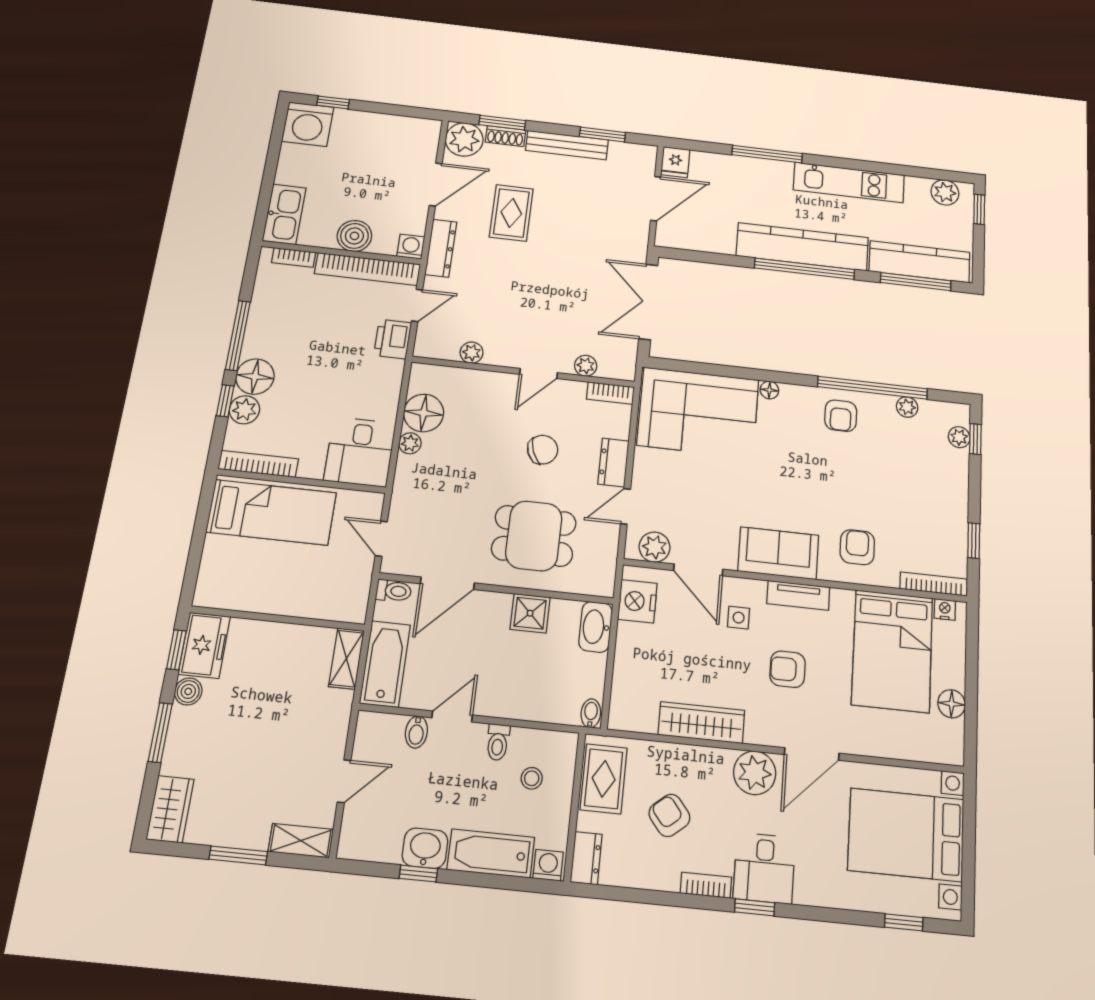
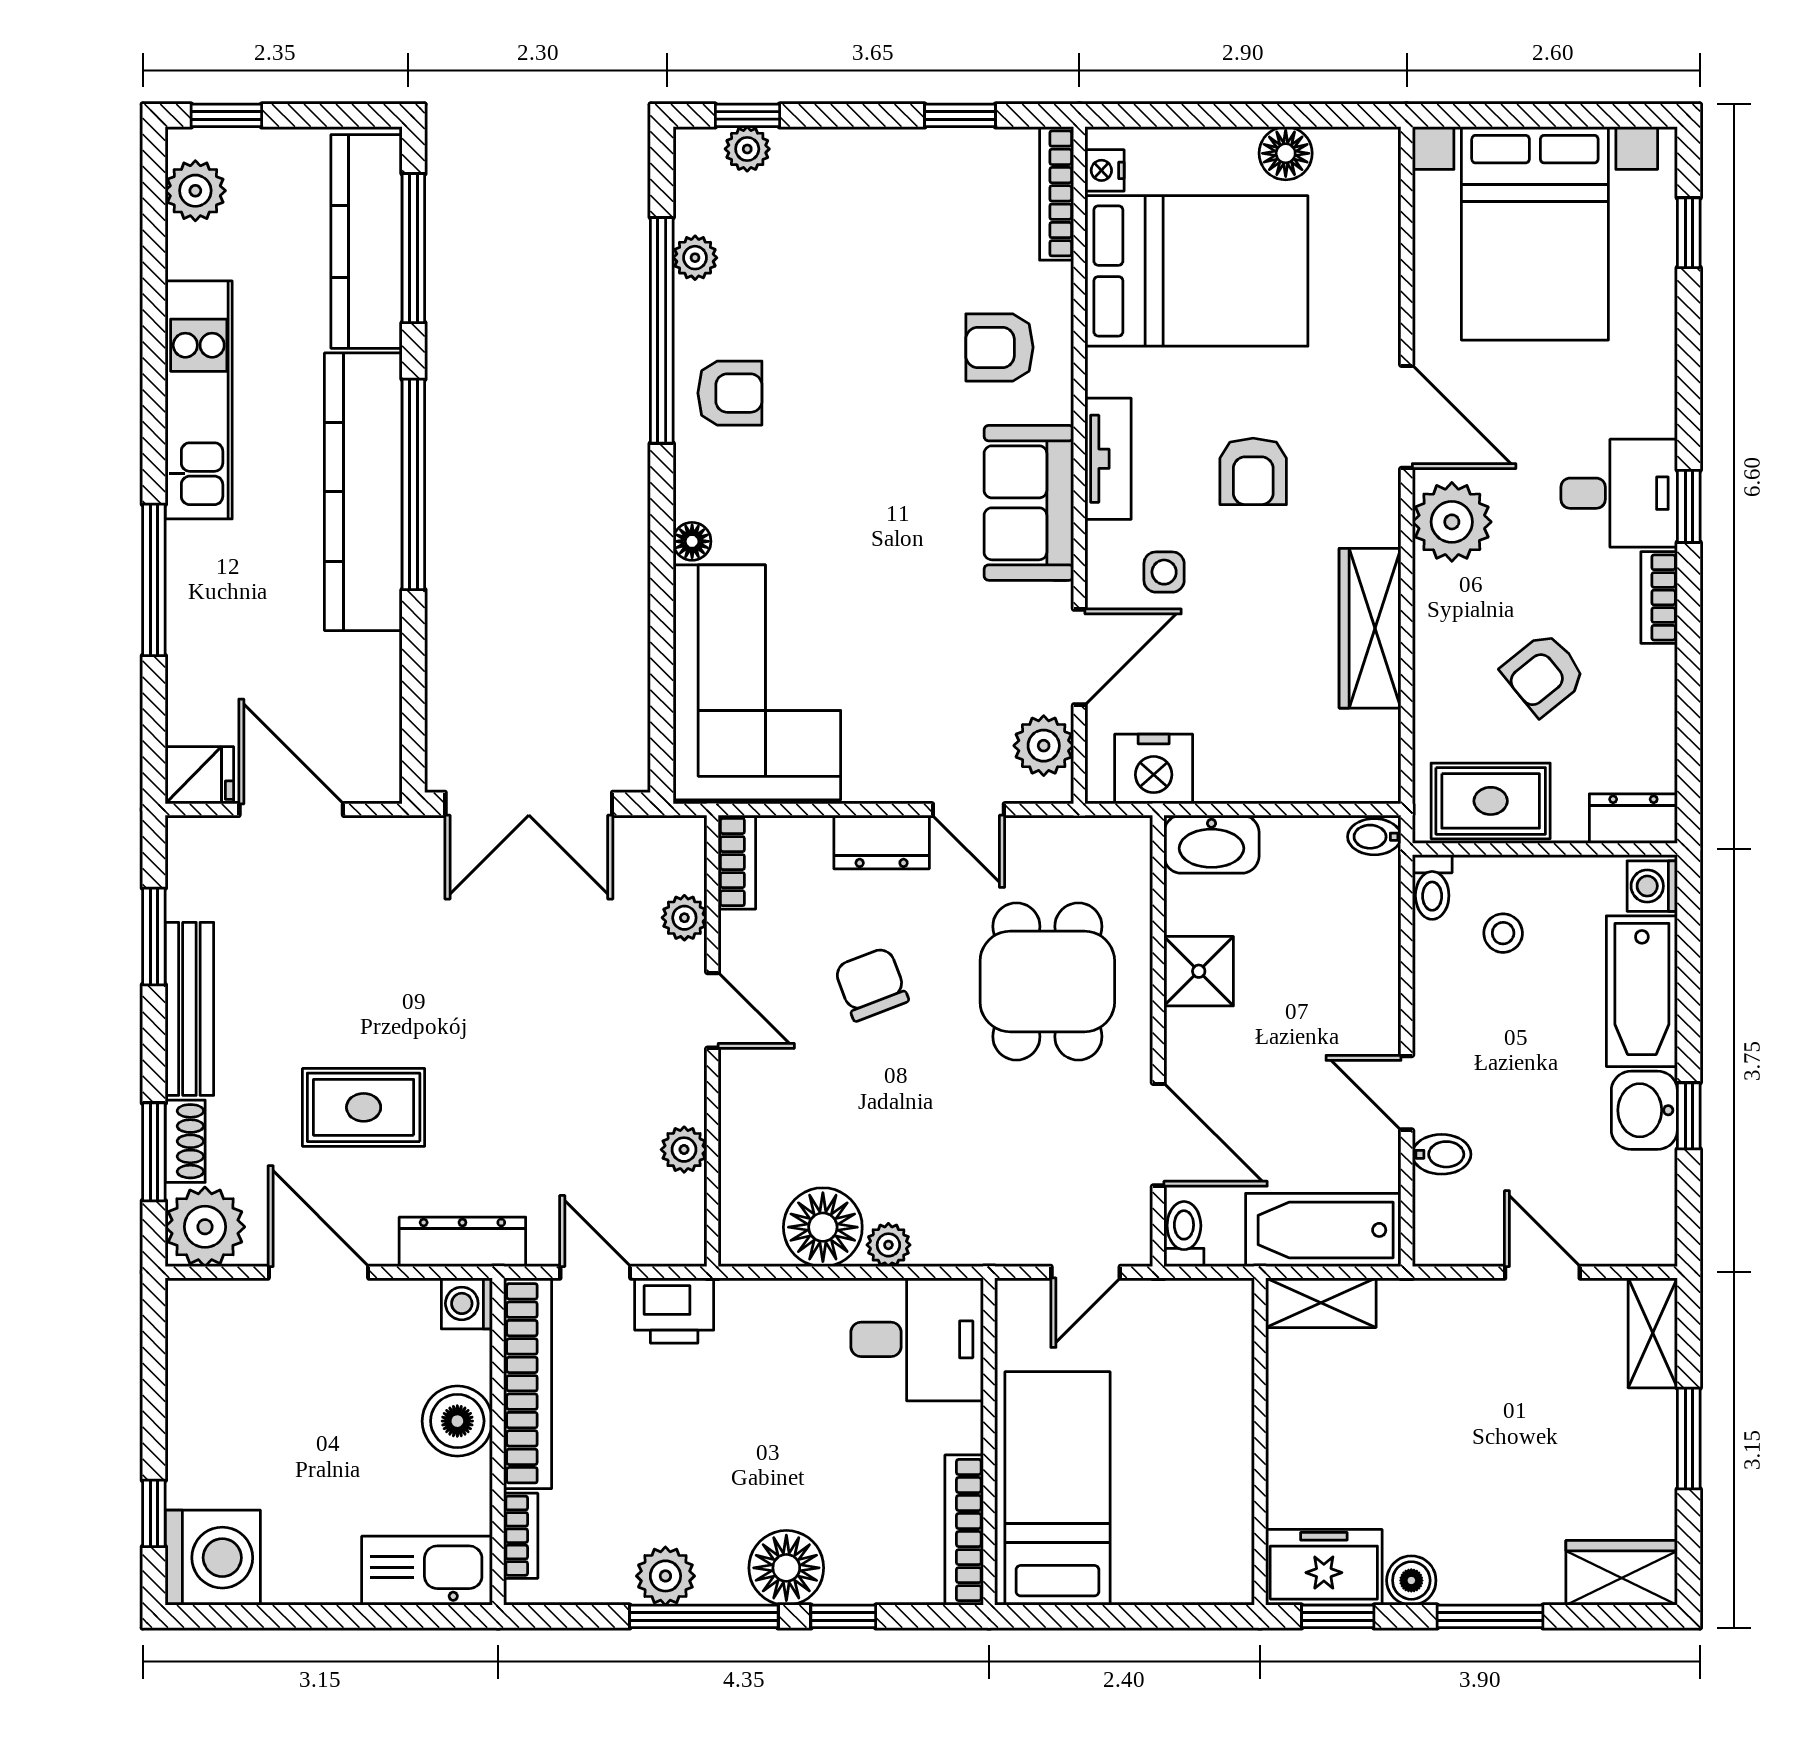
plant: (244, 410) -> (665, 1576), moved
toilet: (498, 742) -> (1432, 887), moved, turned 90

